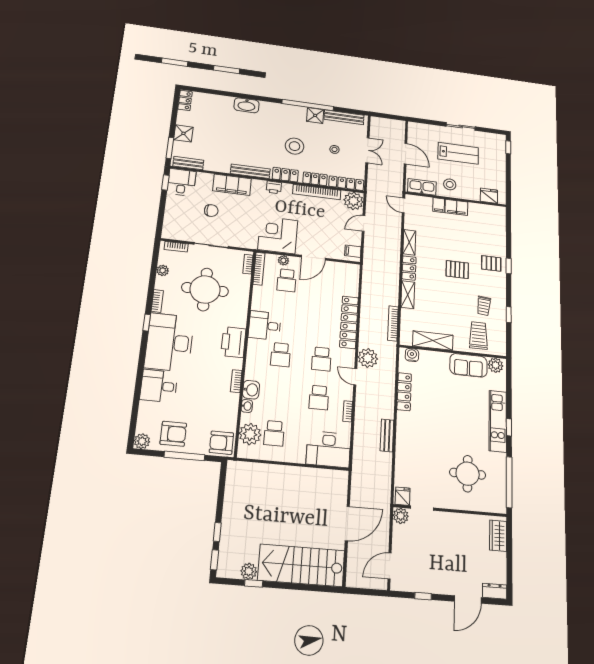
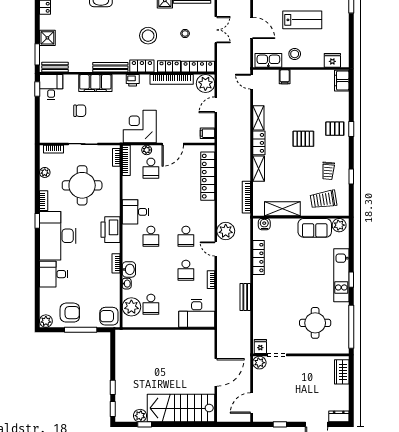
filing cabinet: (456, 207) -> (342, 81), moved, turned 90
locker: (349, 322) -> (208, 176), moved
trolley: (478, 336) -> (323, 199), turned -99

